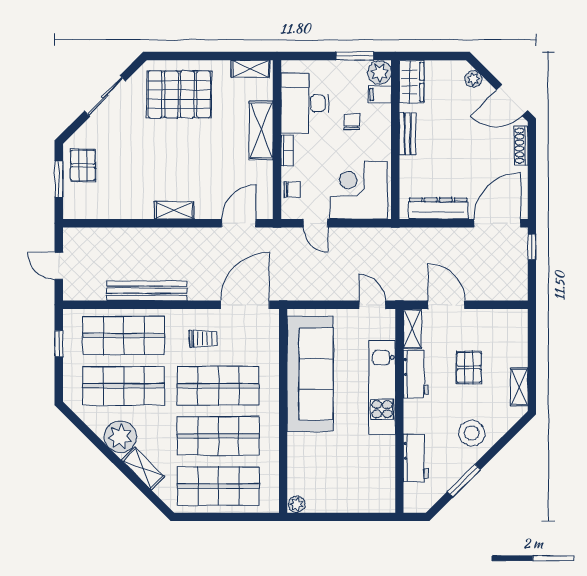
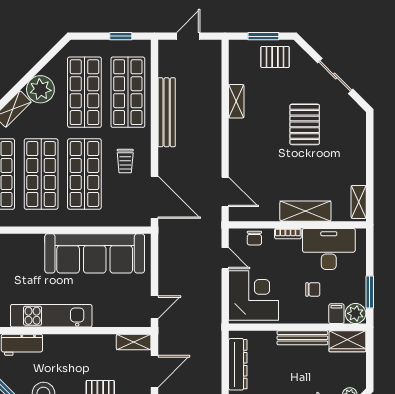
pallet: (179, 94) -> (305, 124), moved, width x0.73, depth x0.71
bench: (407, 134) -> (302, 338), width x1.36
shelving: (174, 210) -> (236, 101), moved
door: (316, 223) -> (225, 258), swing flipped
workbench: (416, 374) -> (94, 345), removed
kitchen unit: (382, 388) -> (51, 316), moved

